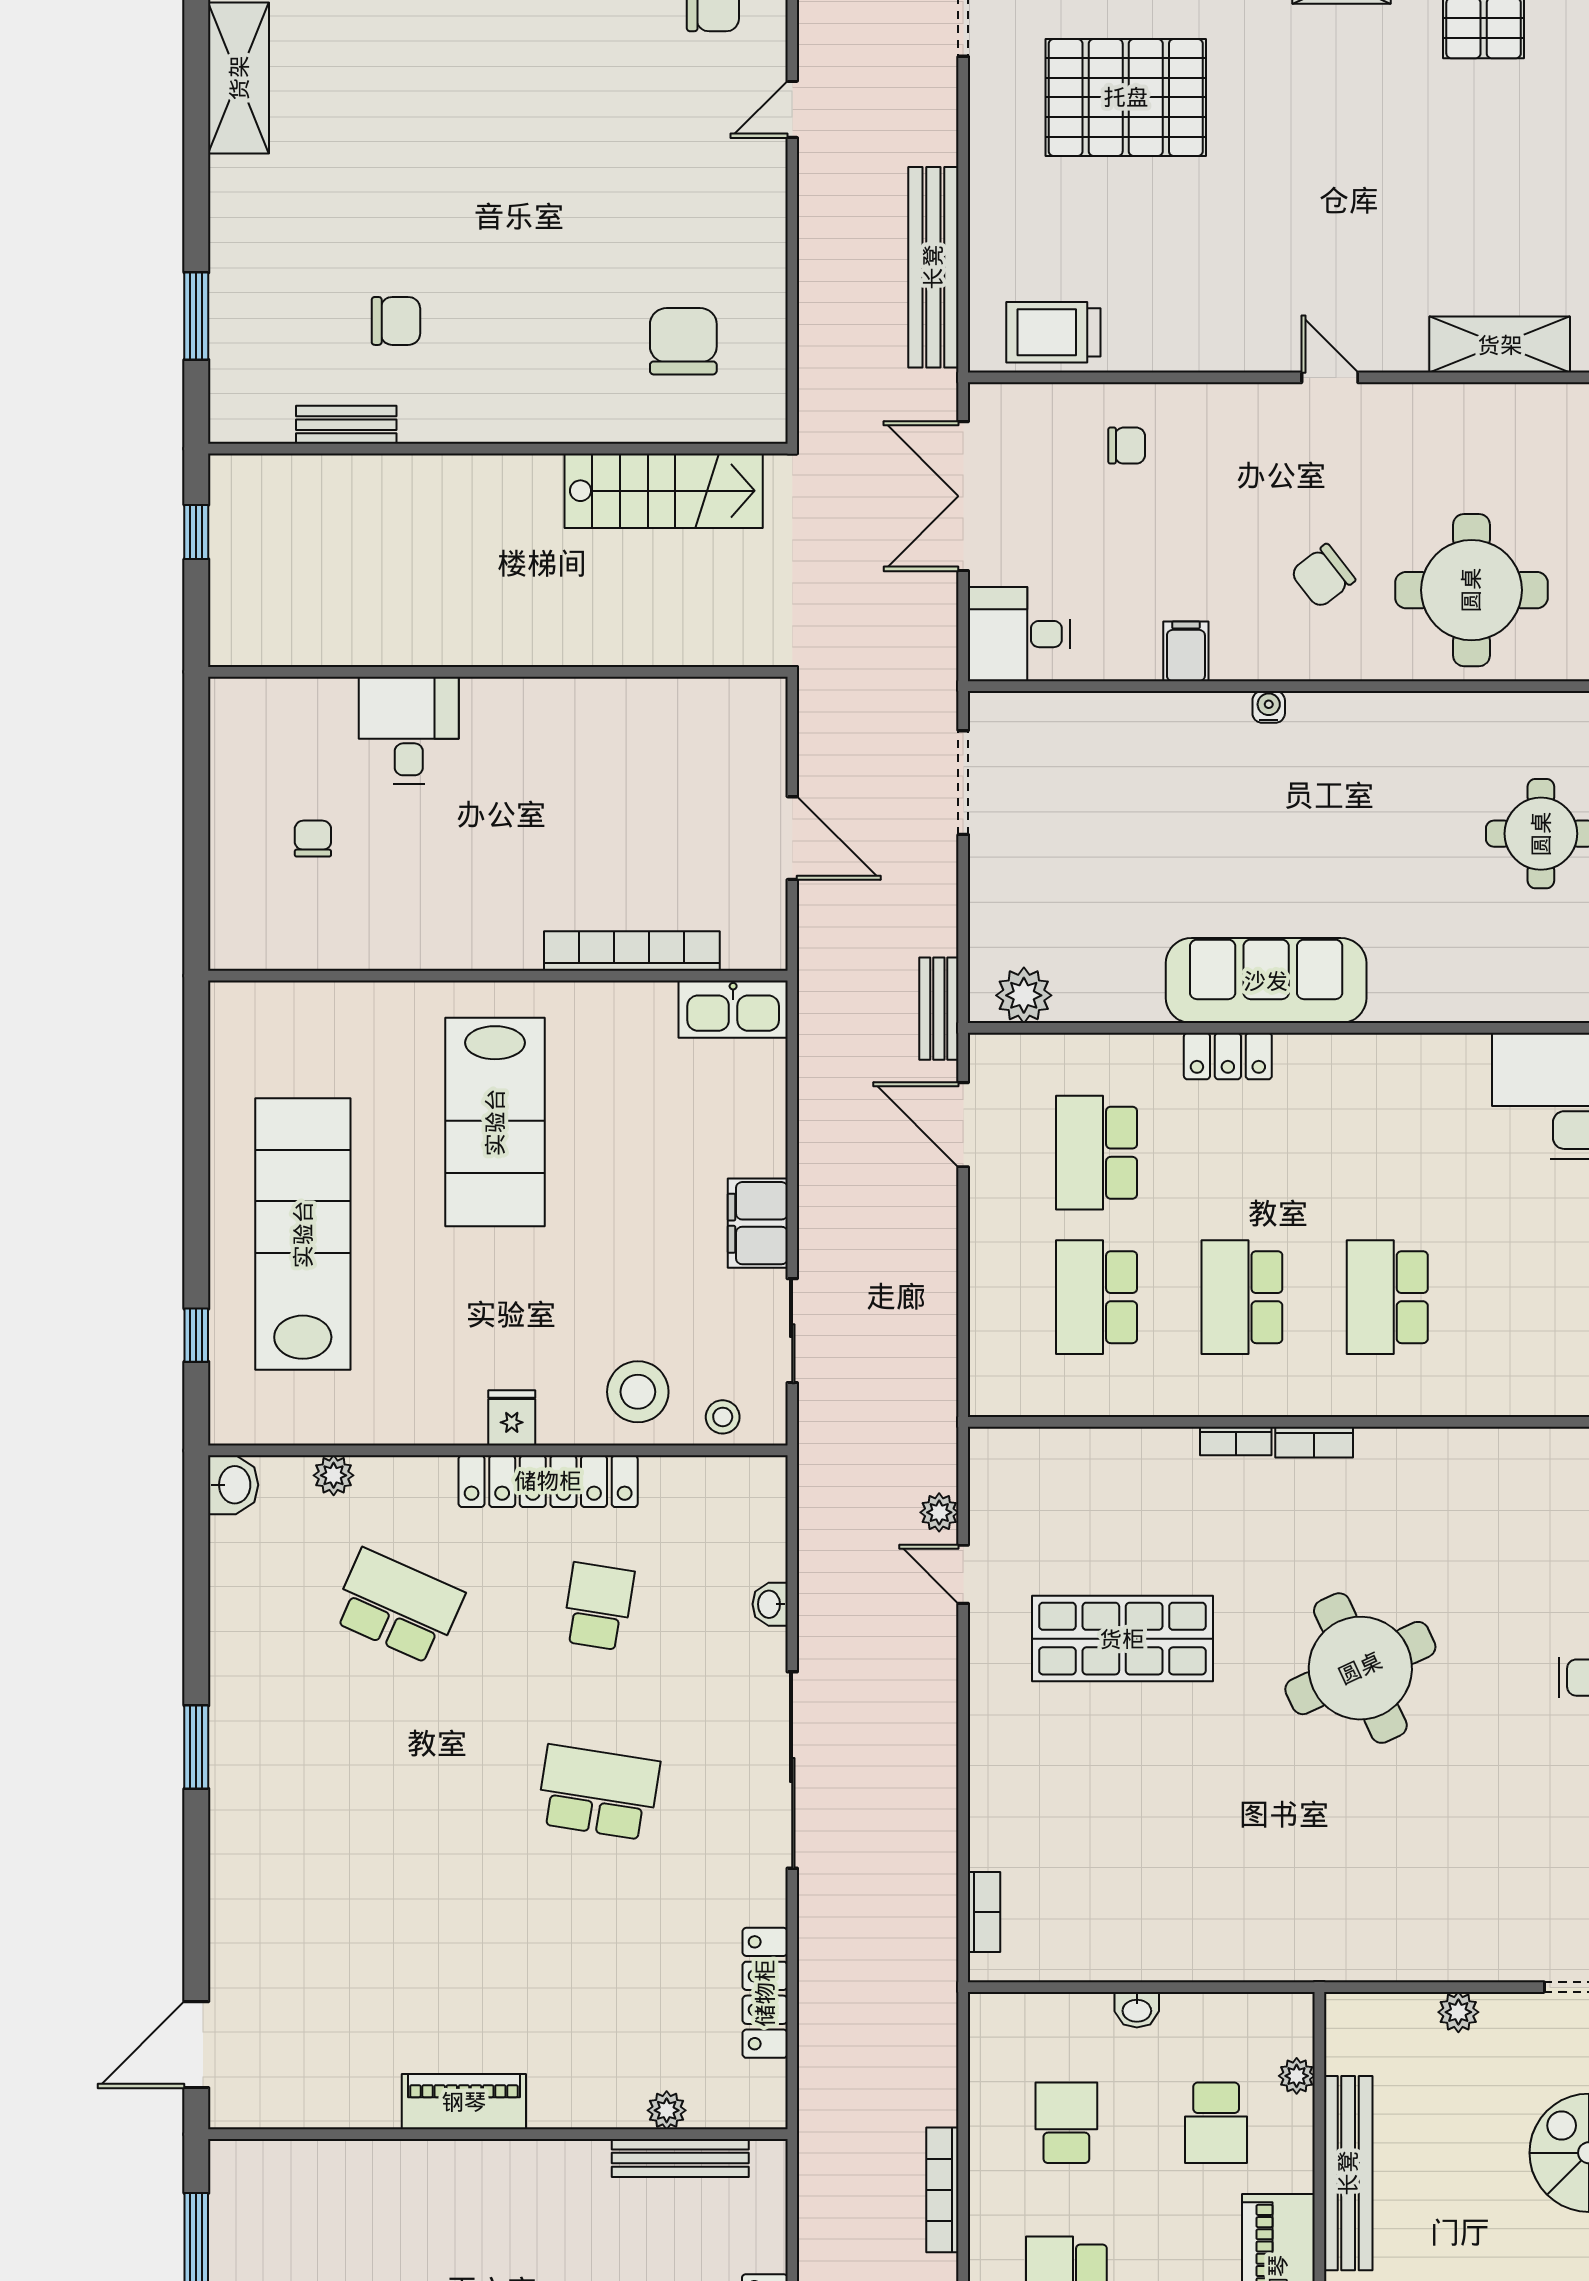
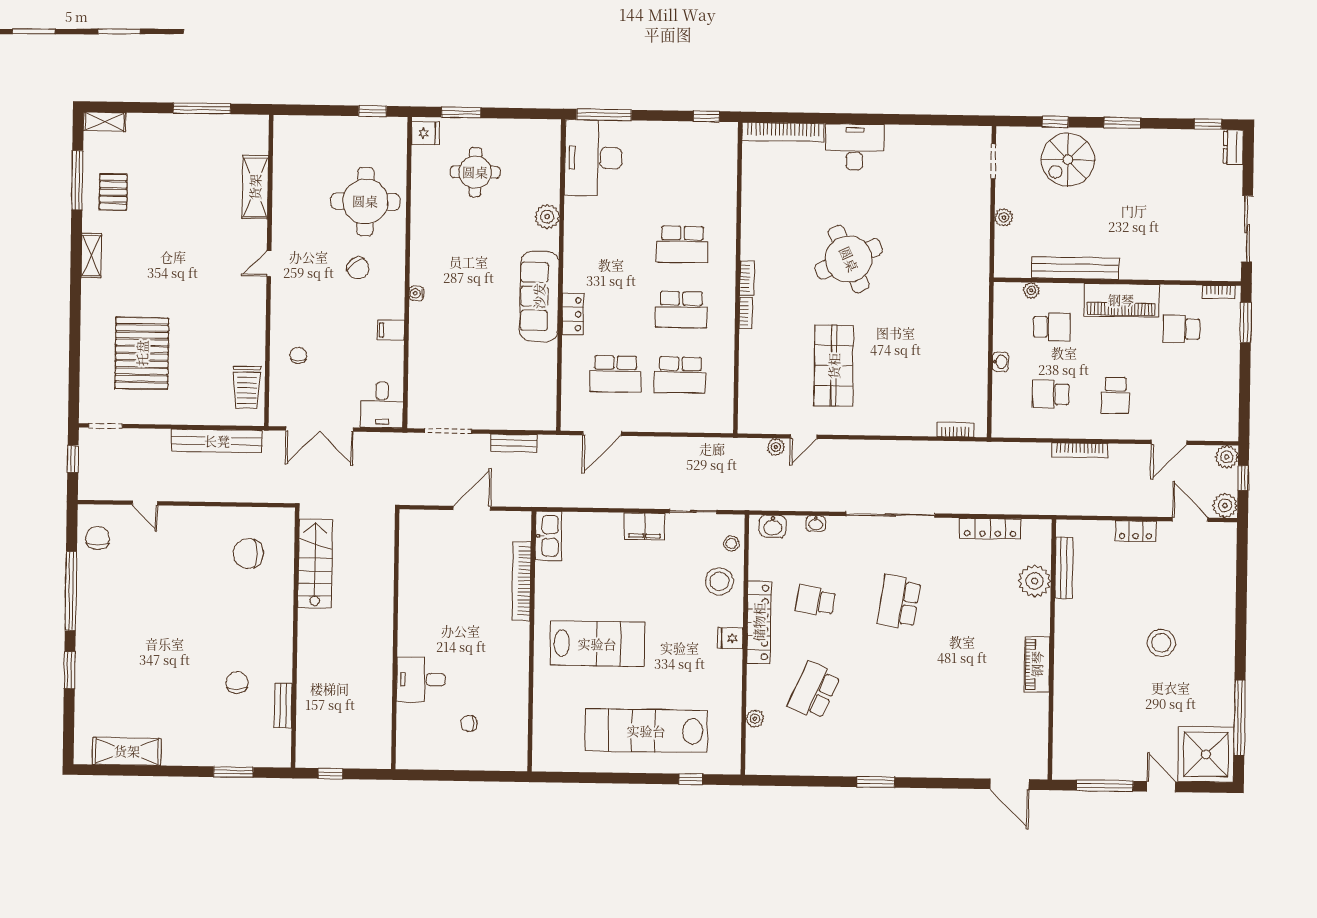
plant: (1024, 995) -> (547, 217), moved
bench: (939, 1009) -> (514, 443), moved
washbasin: (233, 1485) -> (773, 526), moved, turned 180
plant: (667, 2110) -> (1035, 581), width x1.88, depth x1.88

